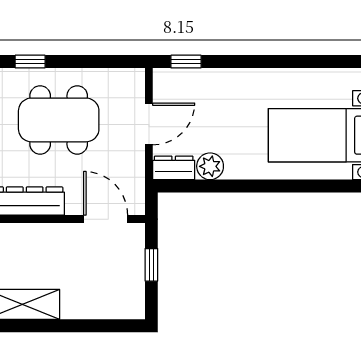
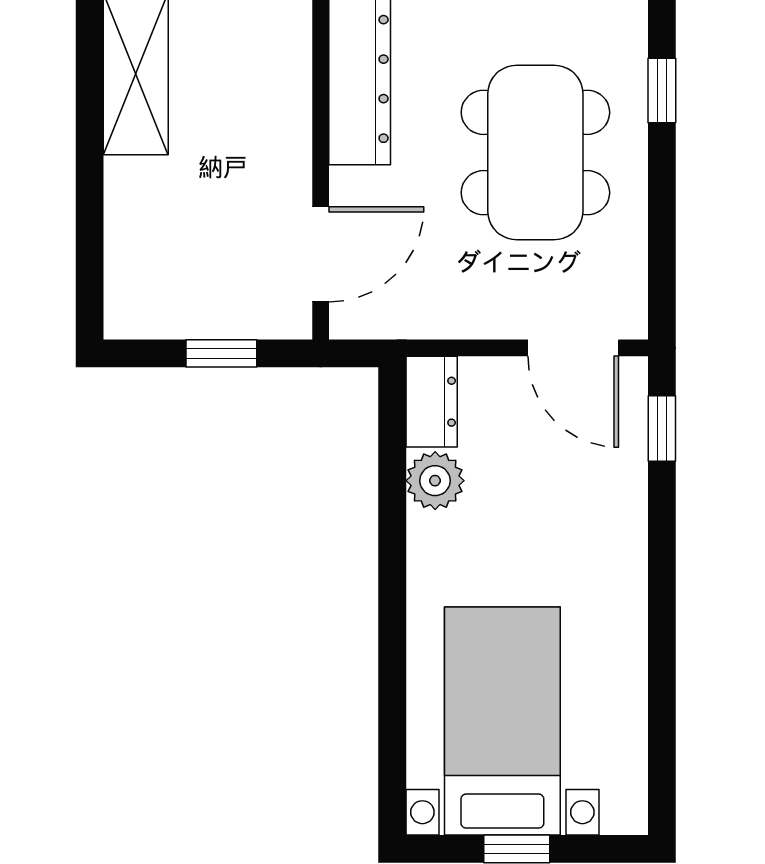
door: (149, 124) -> (573, 348), moved

